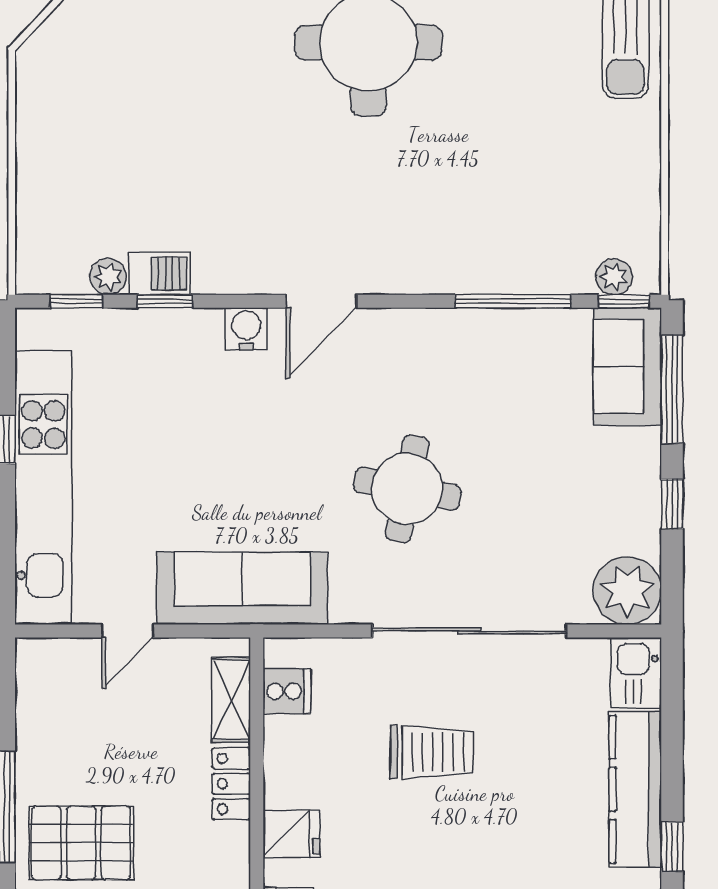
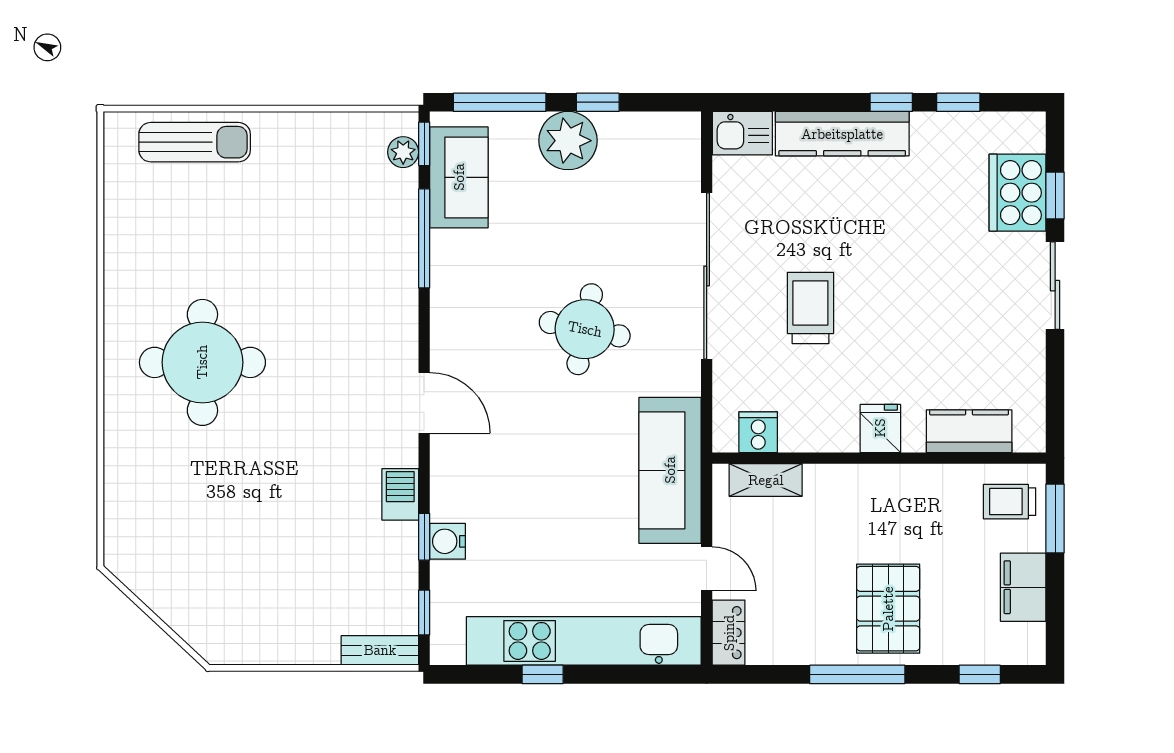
bench: (32, 250) -> (380, 650), added
barbecue: (160, 274) -> (400, 494), moved
plant: (108, 277) -> (403, 585), removed
water cooler: (246, 329) -> (448, 541), moved
sofa: (627, 367) -> (459, 177), moved, turned -90
plant: (627, 590) -> (568, 141), moved
locker: (231, 784) -> (729, 633), moved, turned -90

